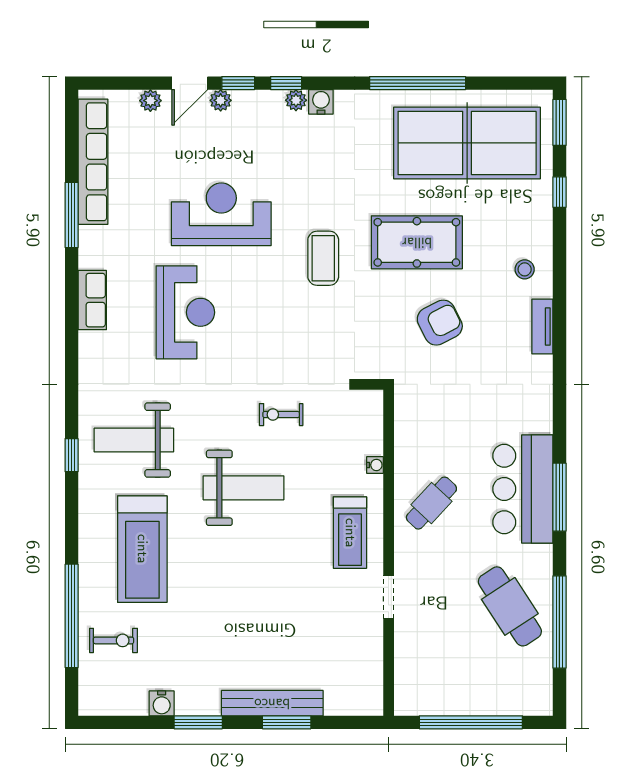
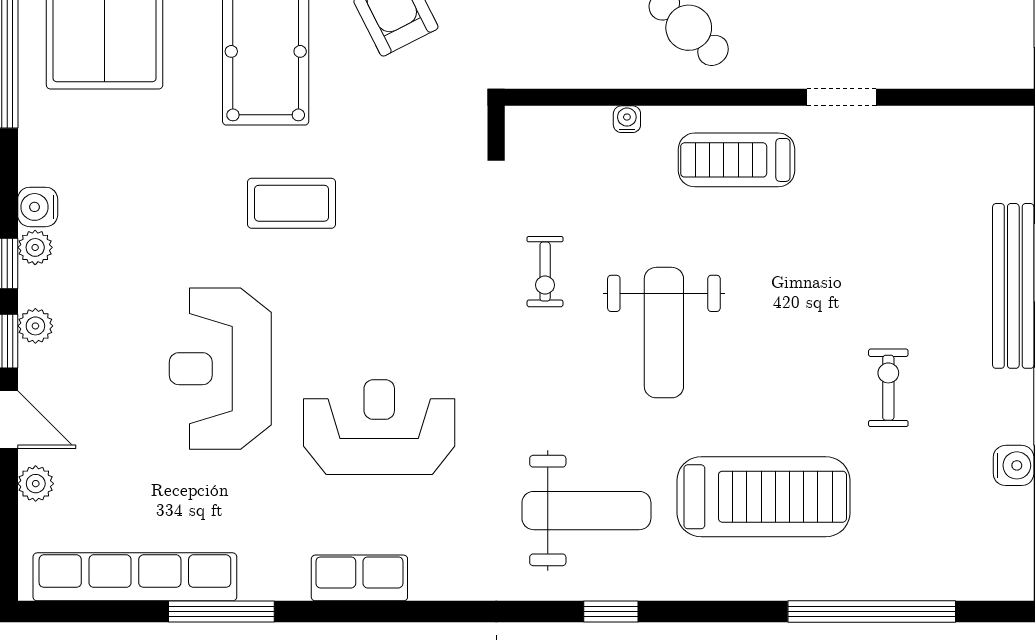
plant: (221, 100) -> (35, 326), moved
weight bench: (134, 440) -> (586, 511), turned -90
weight bench: (244, 488) -> (664, 333), turned 180
treadmill: (350, 533) -> (737, 160), turned 180
exercise bike: (114, 640) -> (888, 388), moved

